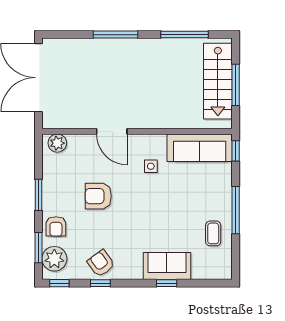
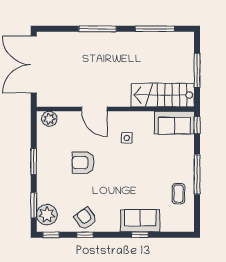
stairs: (218, 81) -> (163, 95), moved, turned 90
sofa: (200, 148) -> (174, 123), width x0.73
armchair: (56, 226) -> (48, 188), removed

